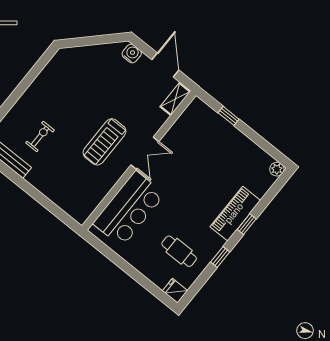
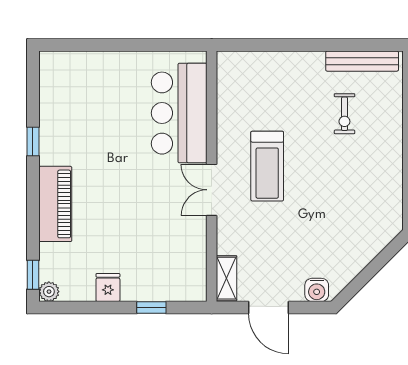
treadmill: (104, 142) -> (267, 166), turned 180
window: (247, 224) -> (33, 275), moved
cafe table: (179, 251) -> (84, 111), removed
fridge: (175, 291) -> (108, 287), moved, turned -90

